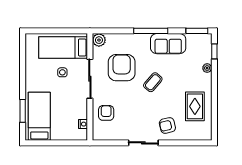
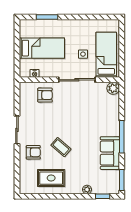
armchair: (122, 68) -> (87, 110), removed
coffee table: (153, 82) -> (61, 147), moved
bed: (39, 116) -> (42, 48), moved
armchair: (167, 125) -> (33, 152), turned 103

